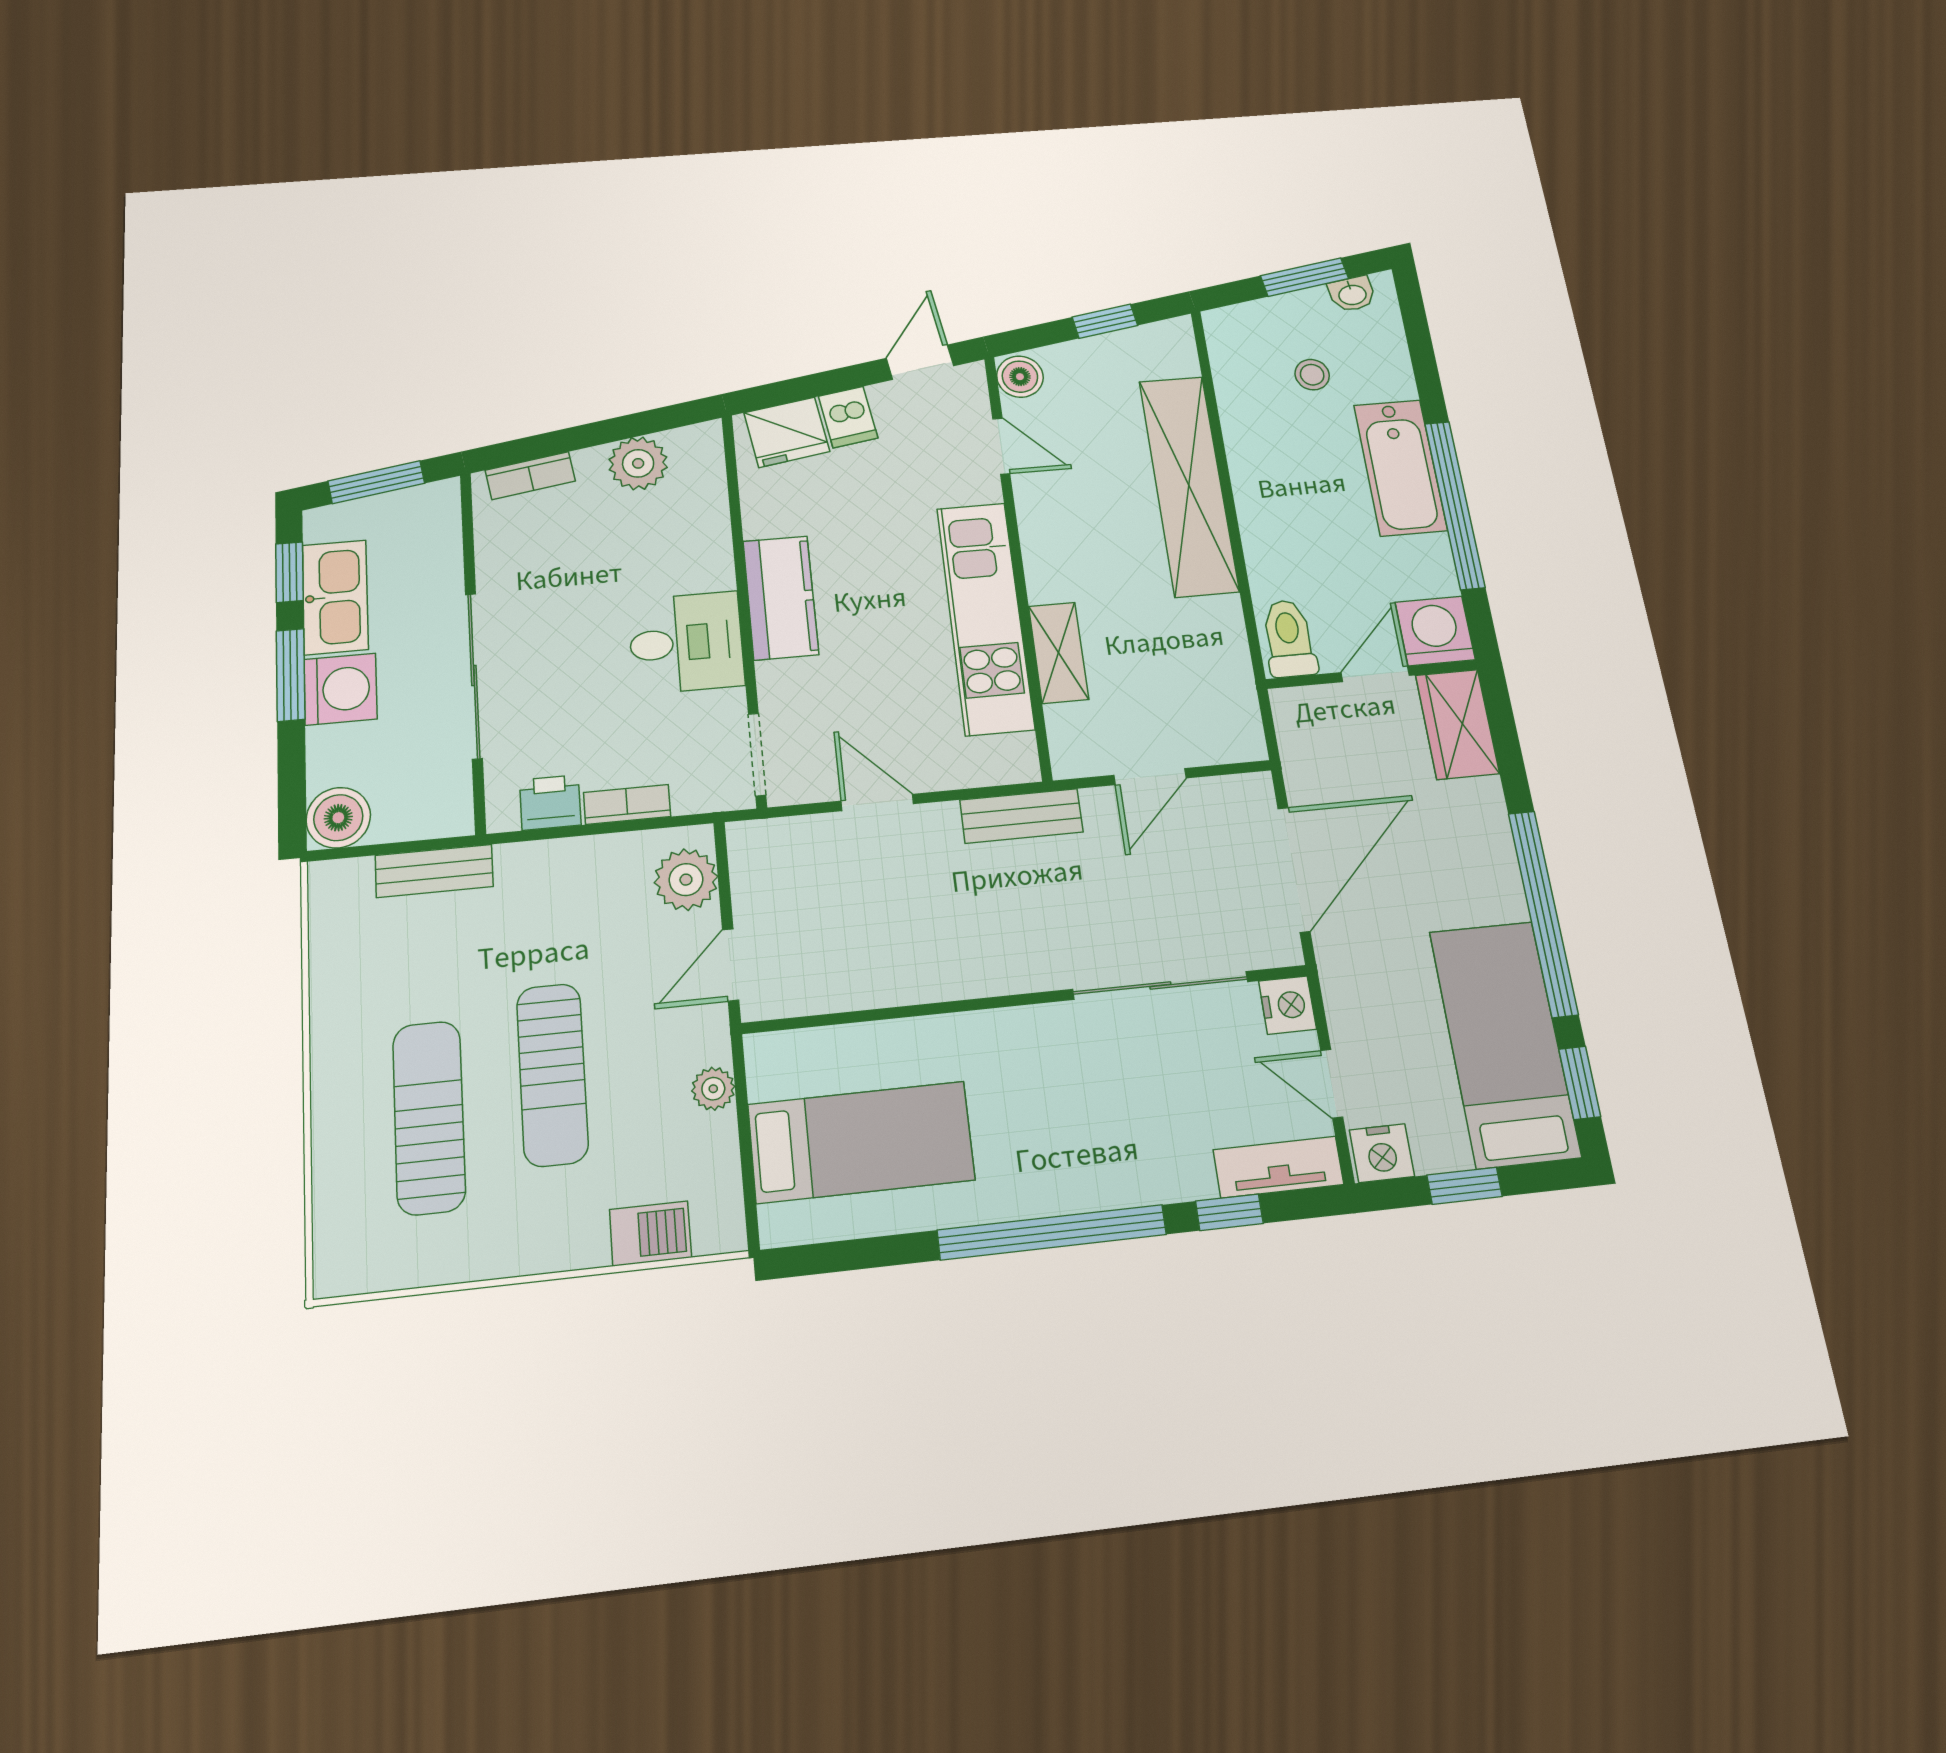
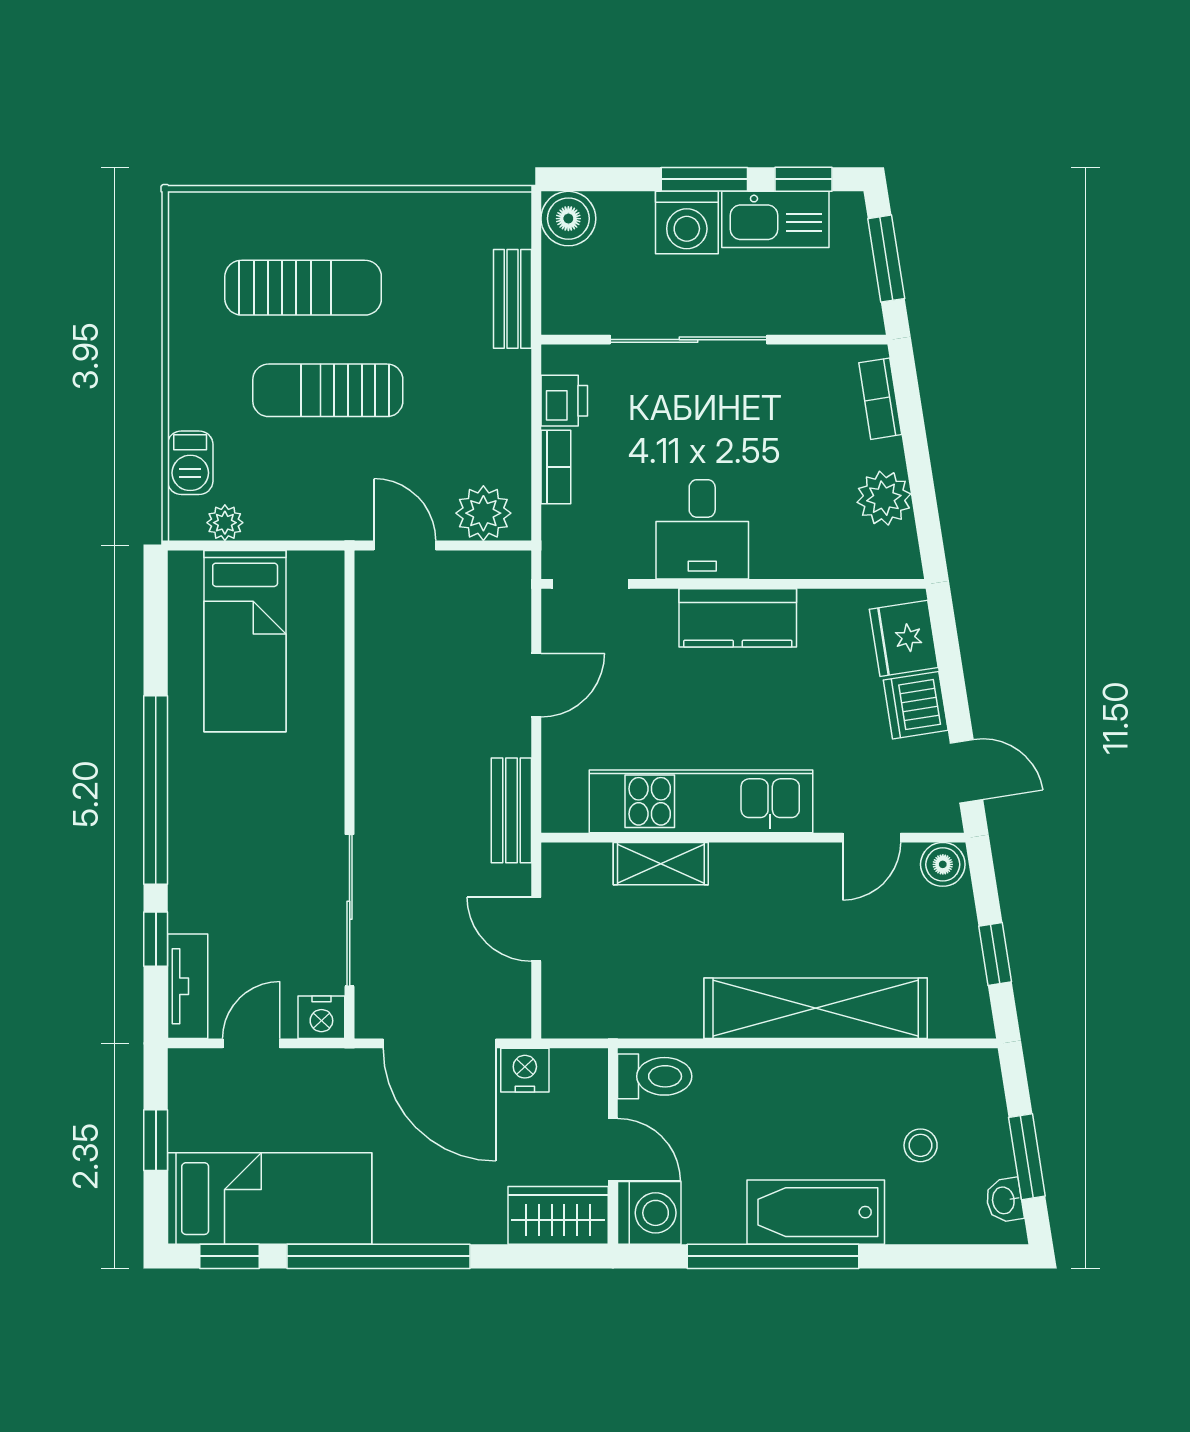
dishwasher: (848, 417) -> (916, 705), width x1.38
plant: (713, 1089) -> (225, 523), moved
nightstand: (1382, 1153) -> (525, 1070), moved, turned 90

